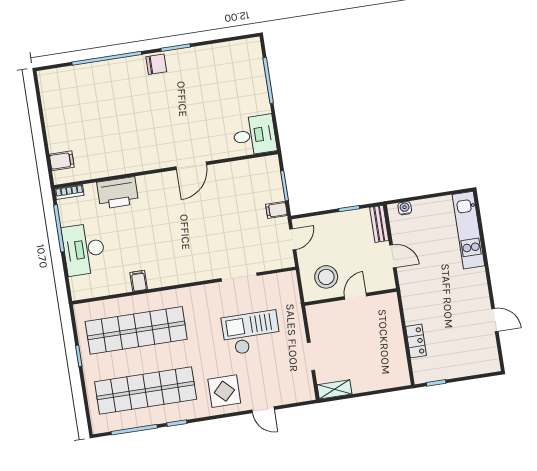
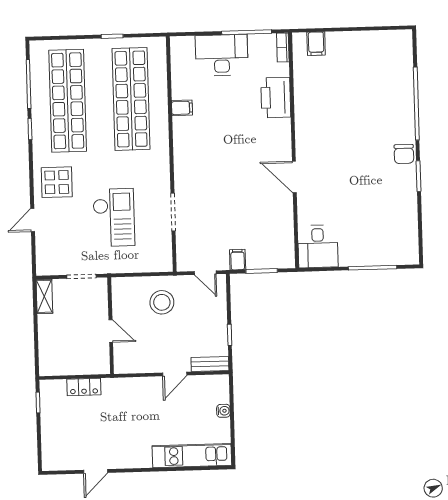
water cooler: (405, 208) -> (223, 411), moved
door: (356, 296) -> (111, 331), moved
wall: (350, 297) -> (111, 326), moved

